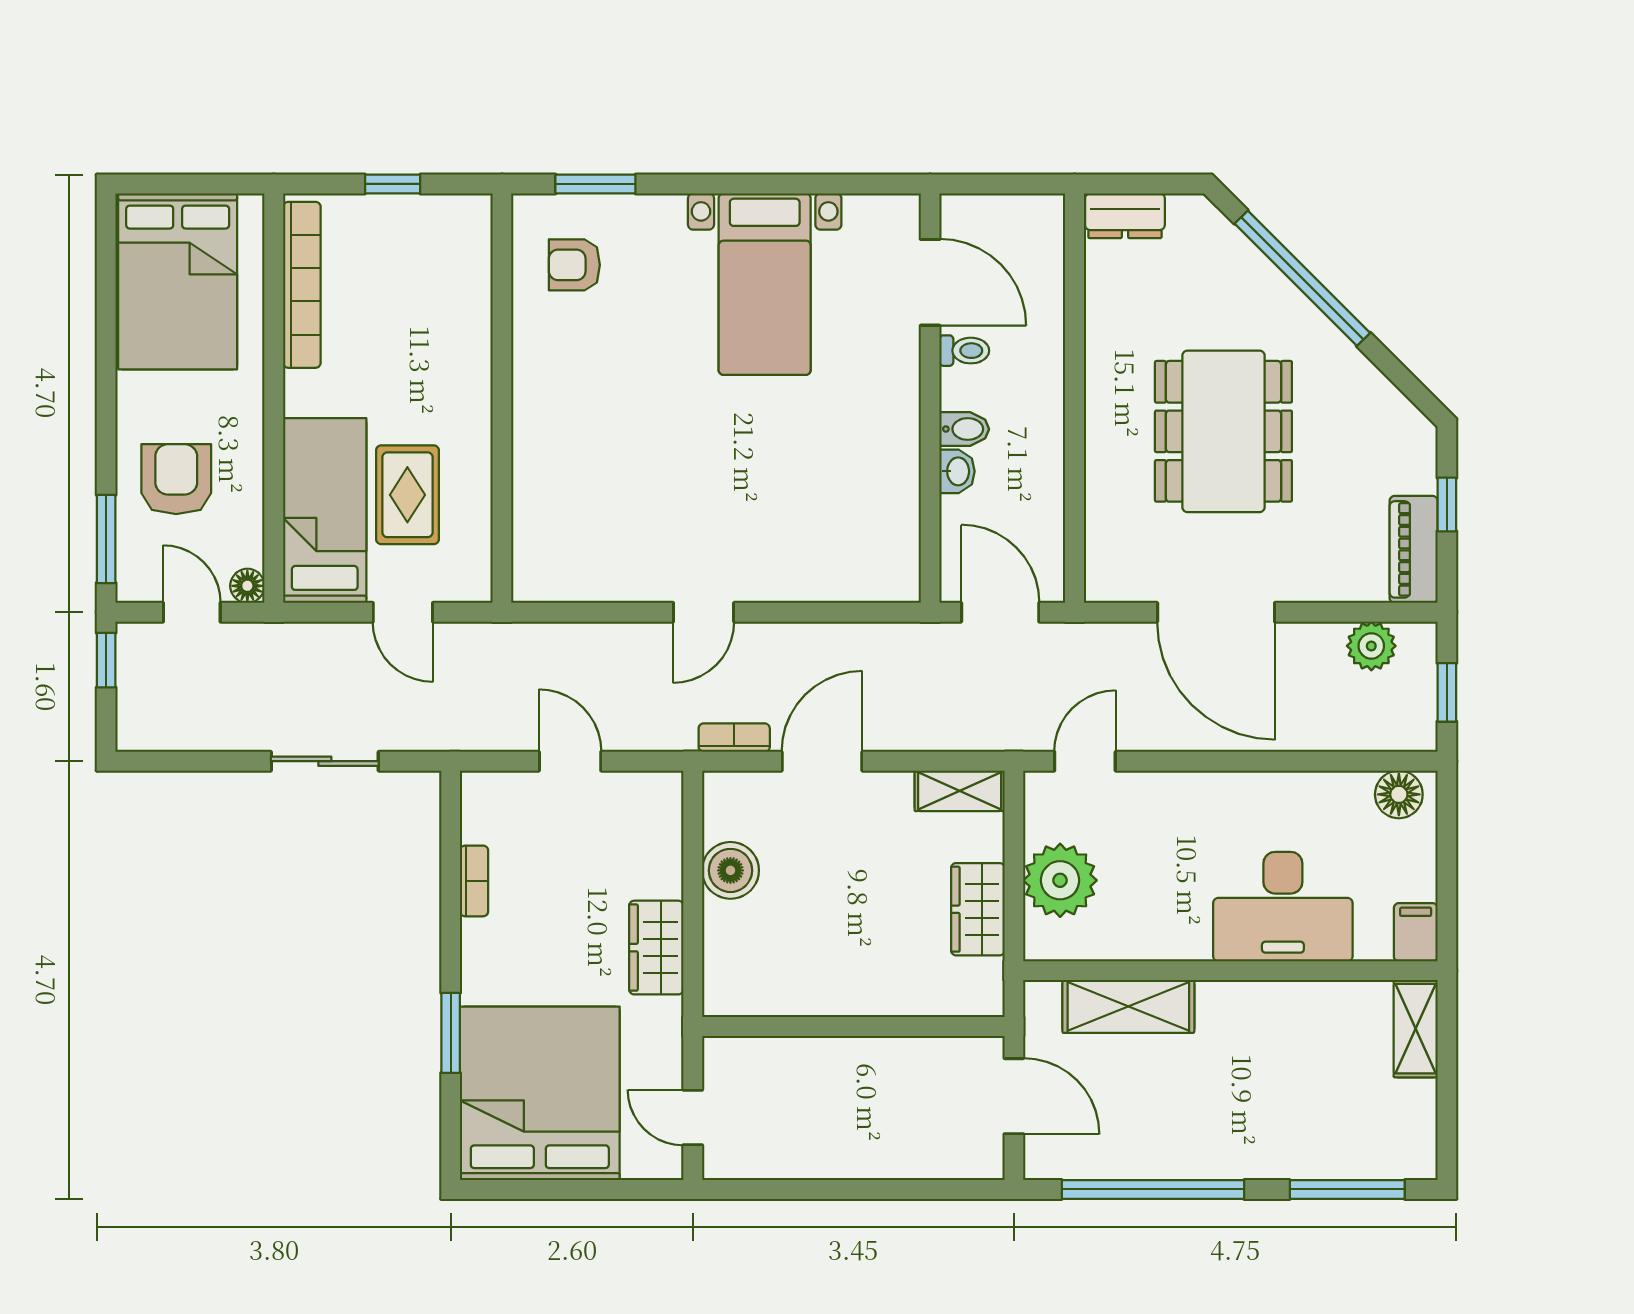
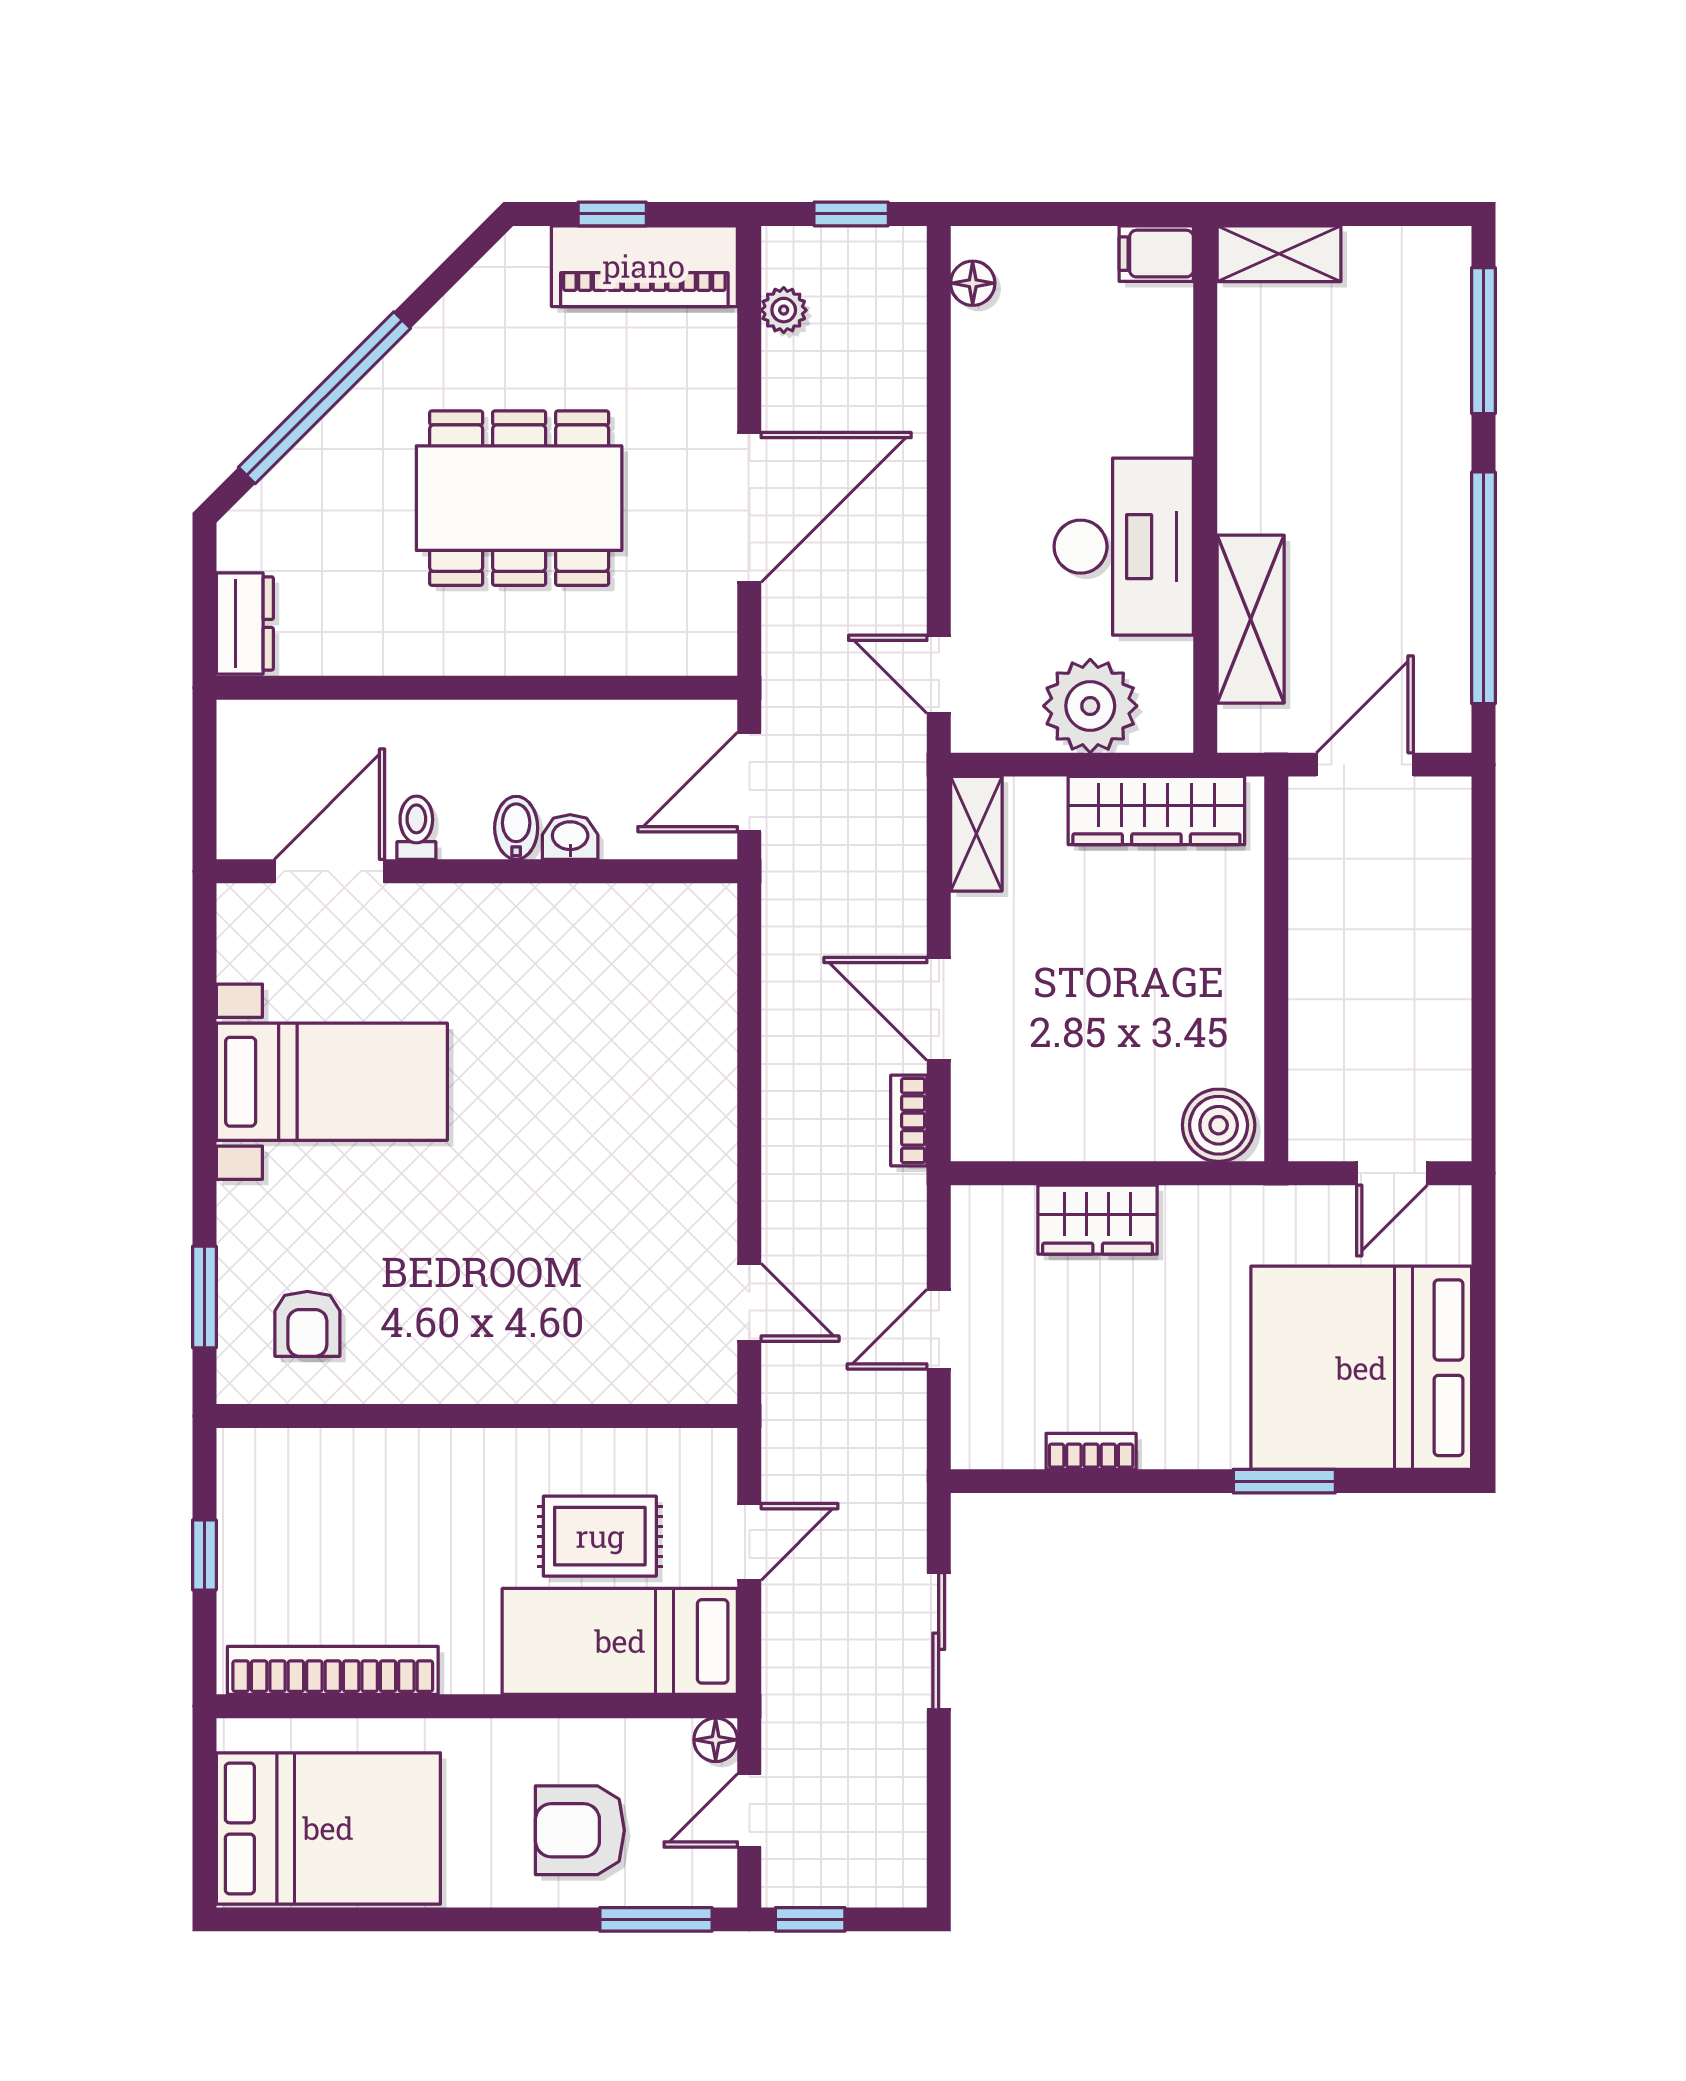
piano: (1414, 549) -> (644, 266), width x1.37, depth x1.33
door: (704, 612) -> (749, 1302), moved
plant: (1371, 646) -> (784, 310), width x0.73, depth x0.73
floor lamp: (1399, 794) -> (973, 283), width x0.73, depth x0.73
boiler: (730, 870) -> (1219, 1125), moved
desk: (1283, 907) -> (1124, 547), moved
wardrobe: (978, 909) -> (1156, 811), width x1.50
wardrobe: (656, 948) -> (1098, 1220), moved

